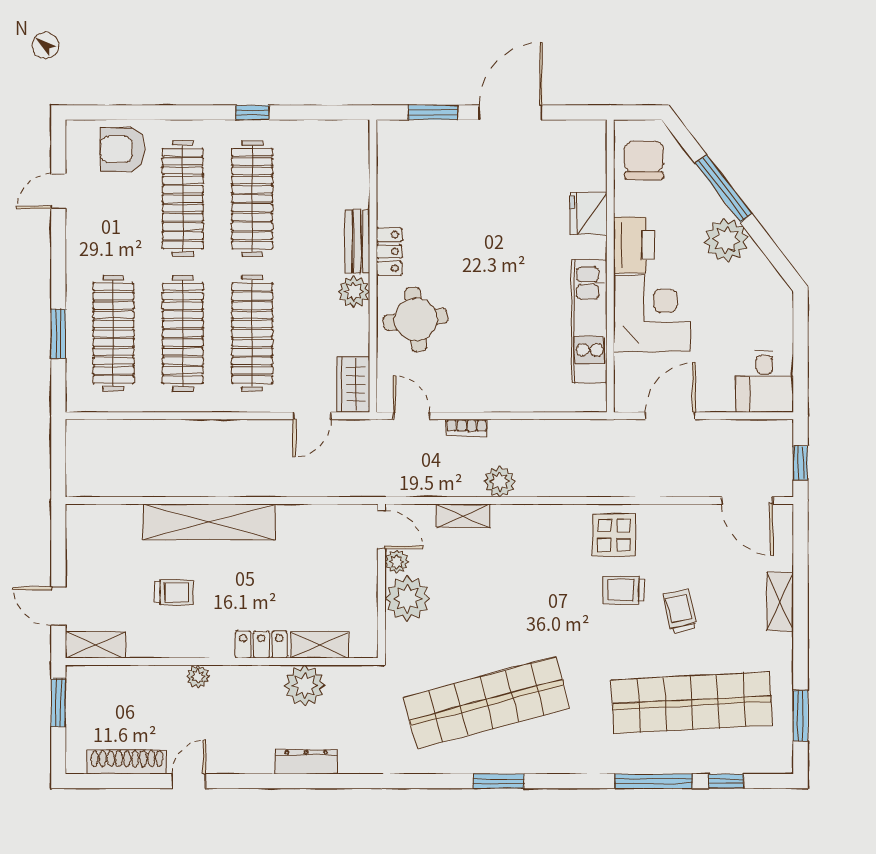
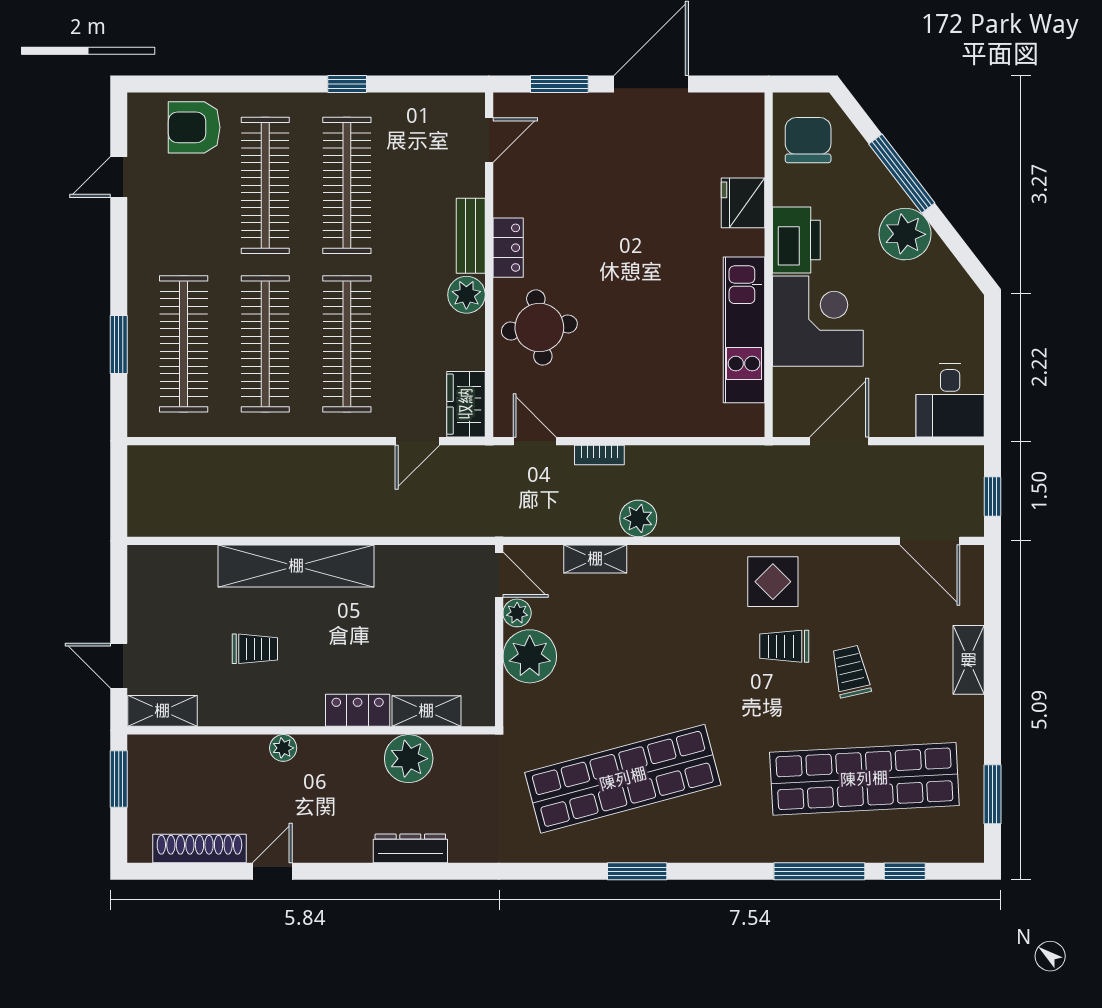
door: (373, 160) -> (489, 140), added

